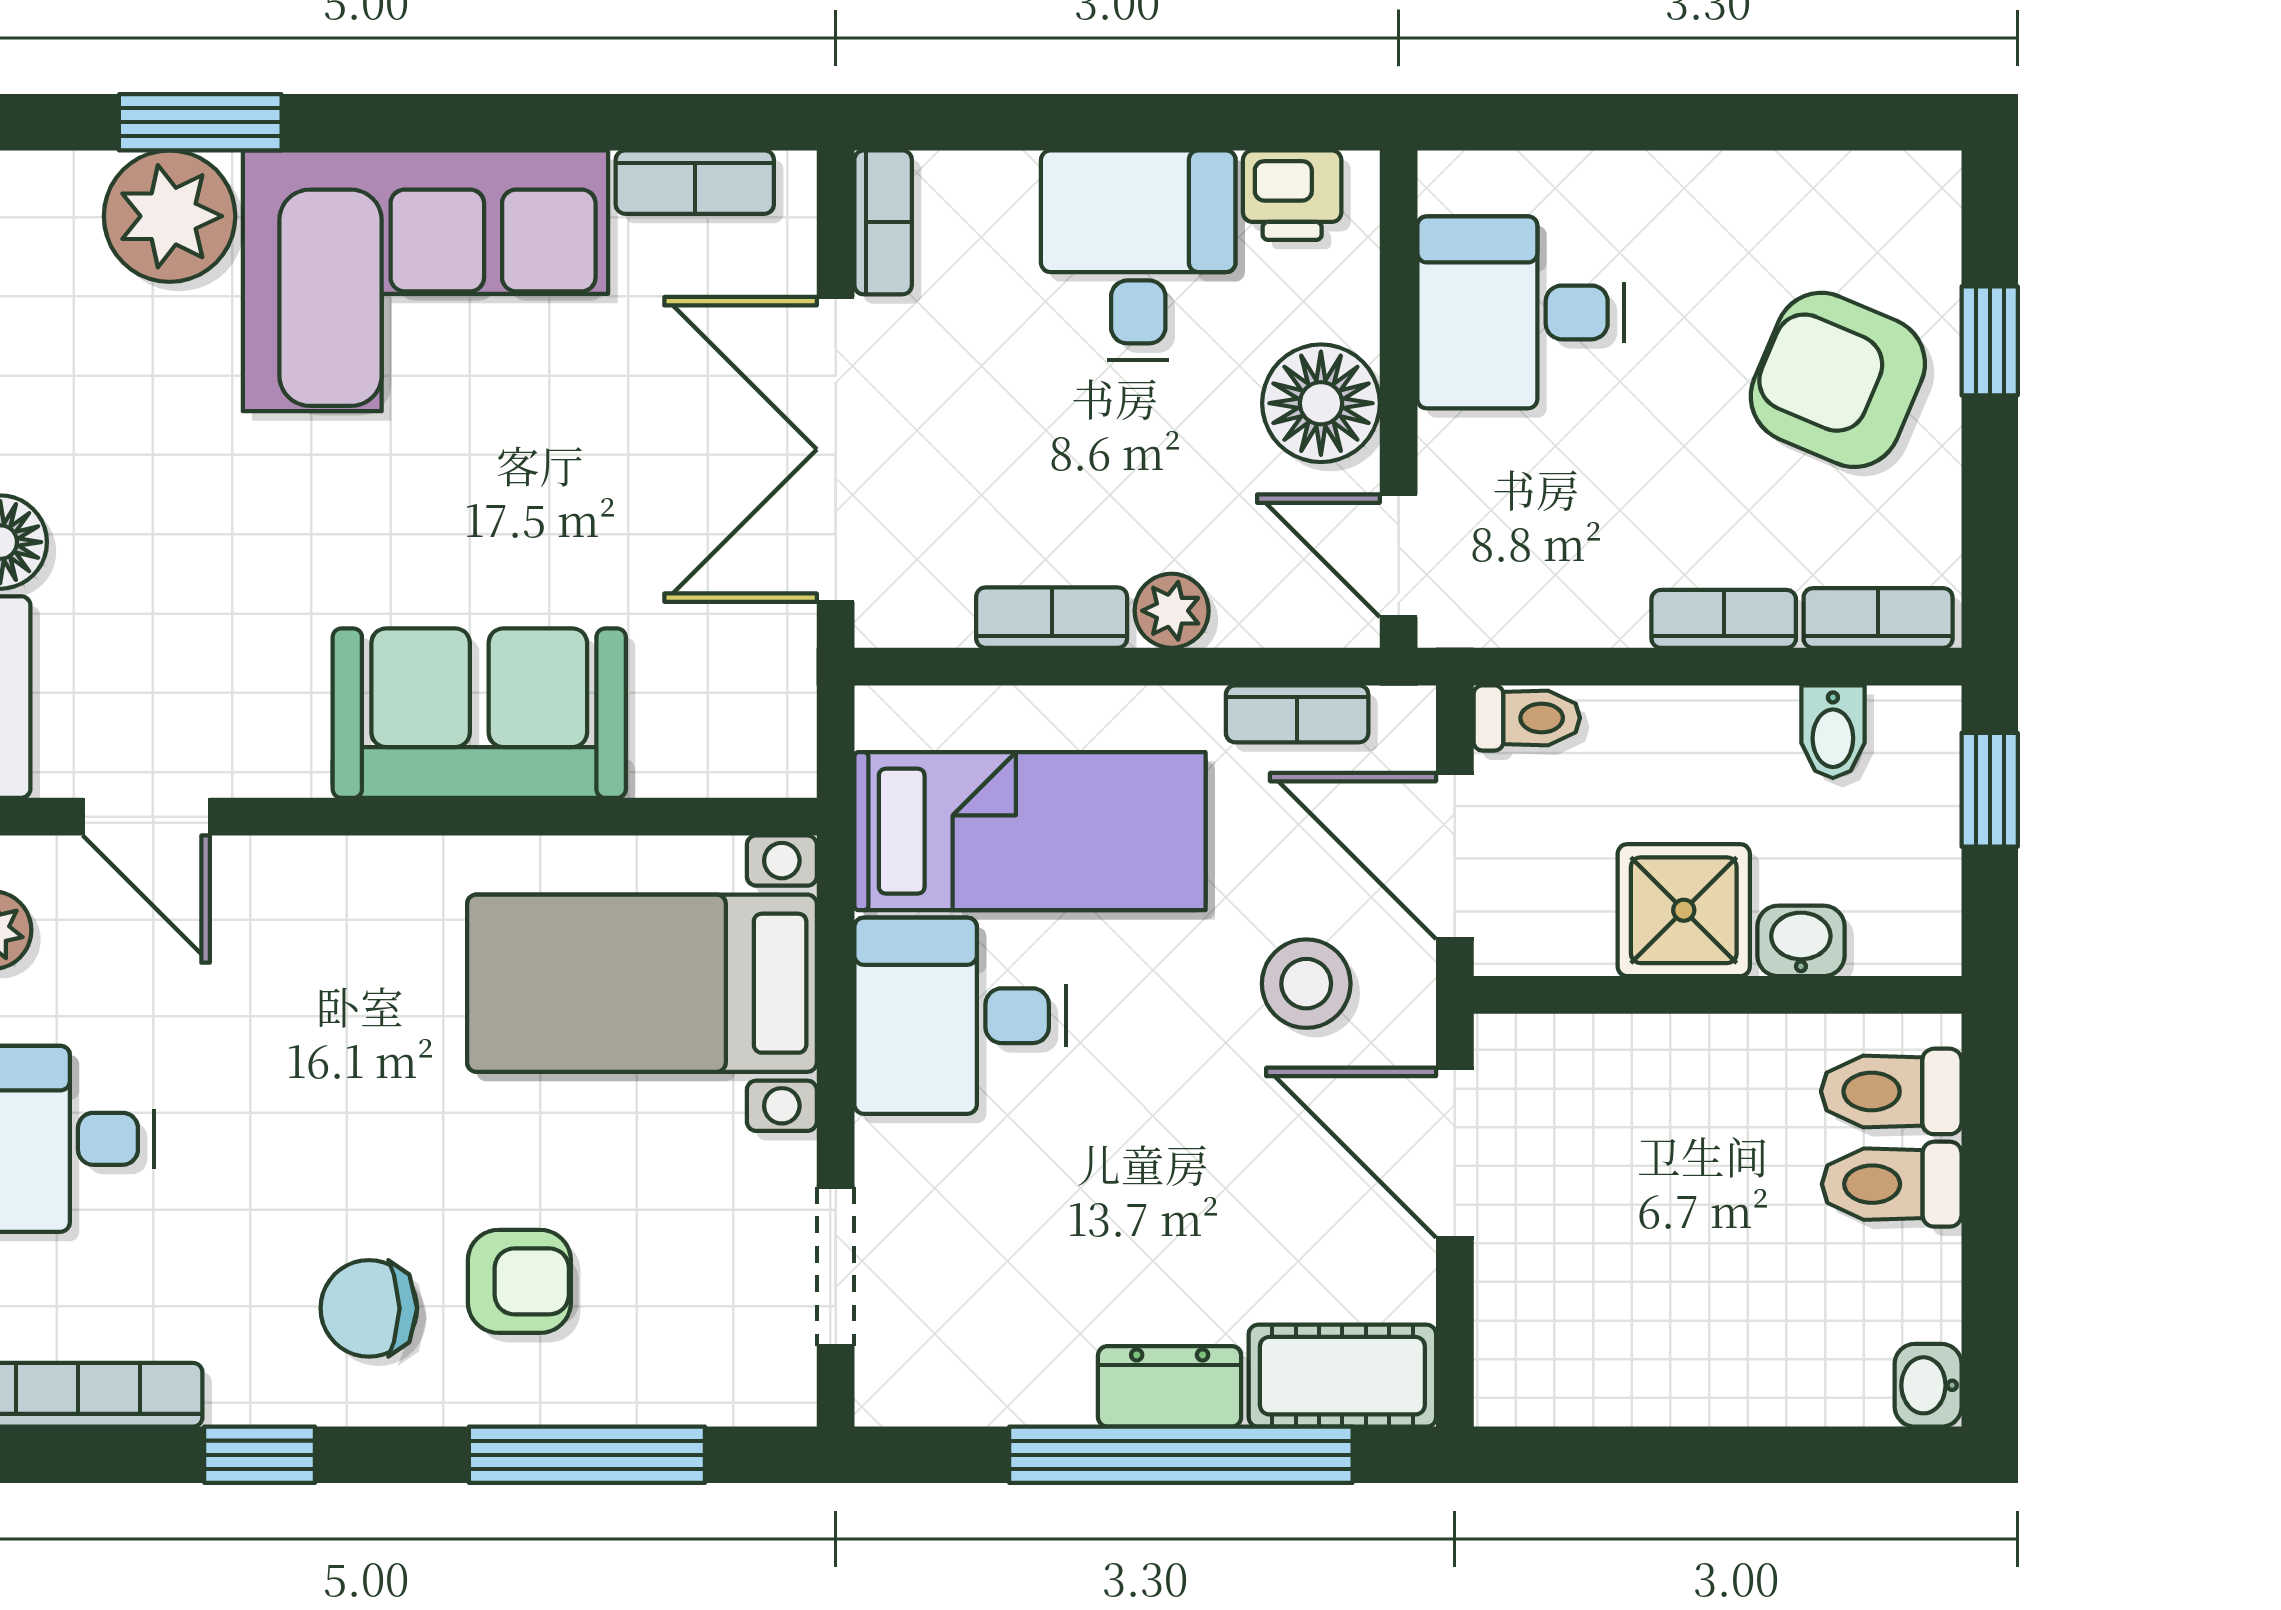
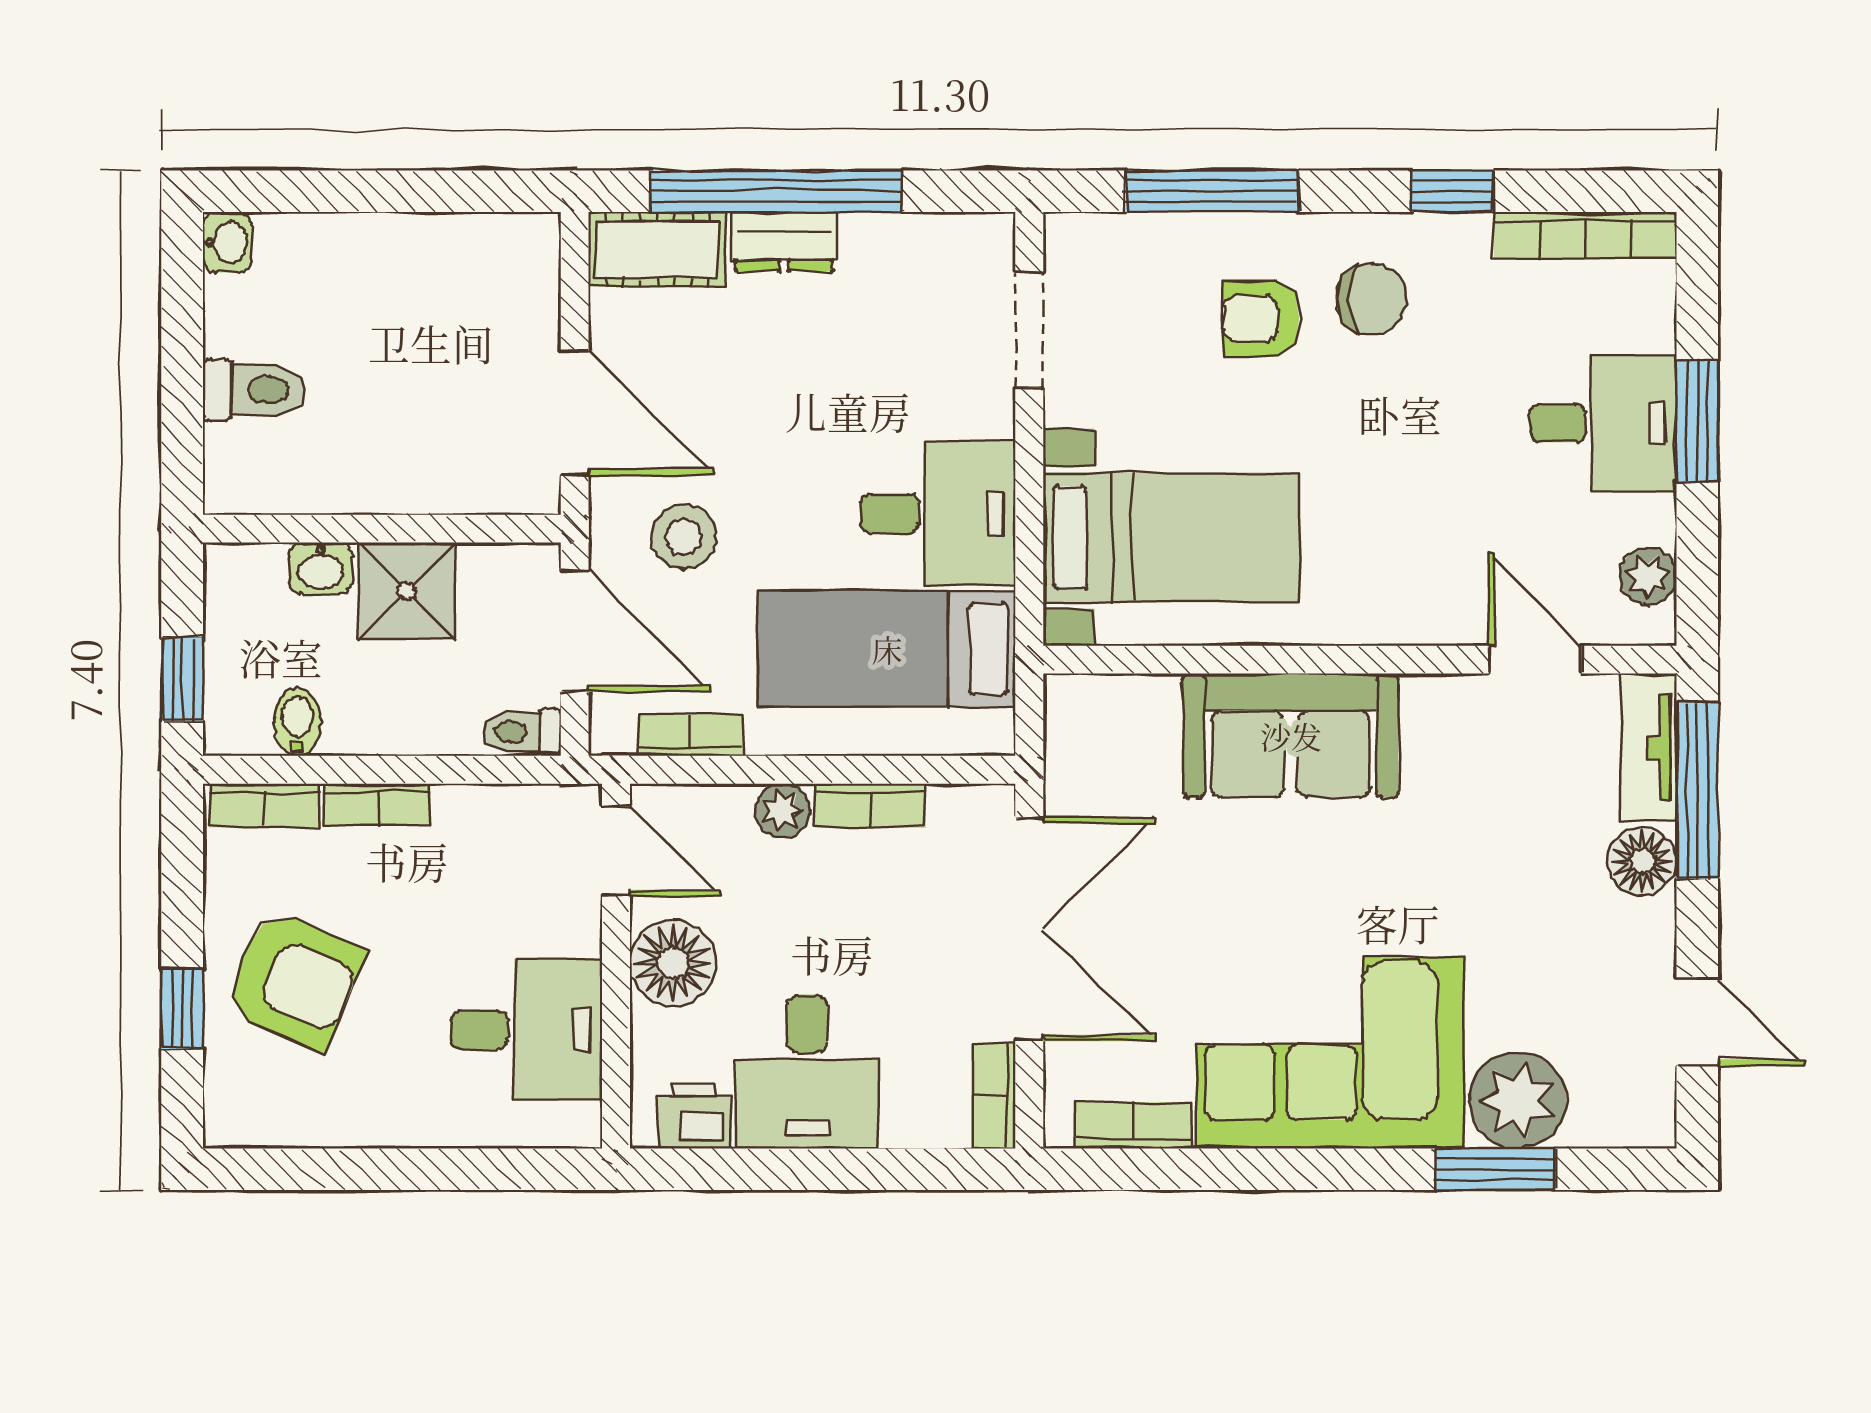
toilet: (1891, 1091) -> (254, 458), removed

